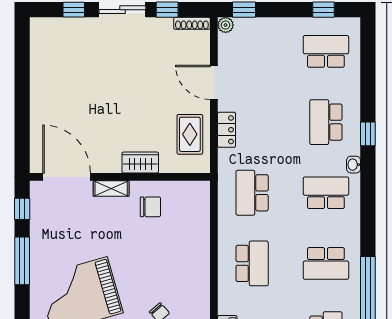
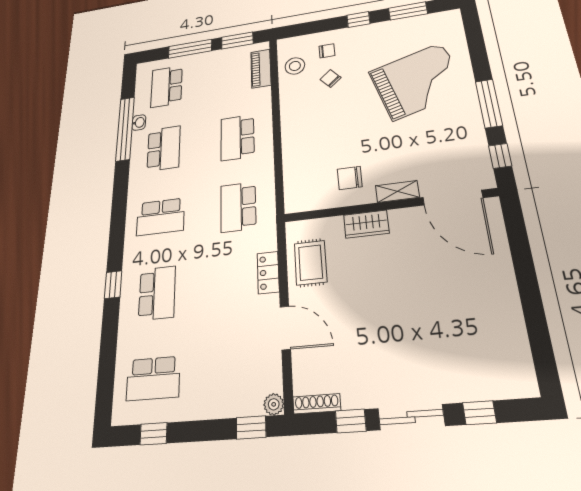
washbasin: (354, 165) -> (139, 123), moved
school desk: (252, 193) -> (238, 207), turned 180
school desk: (326, 263) -> (164, 148), turned 90

